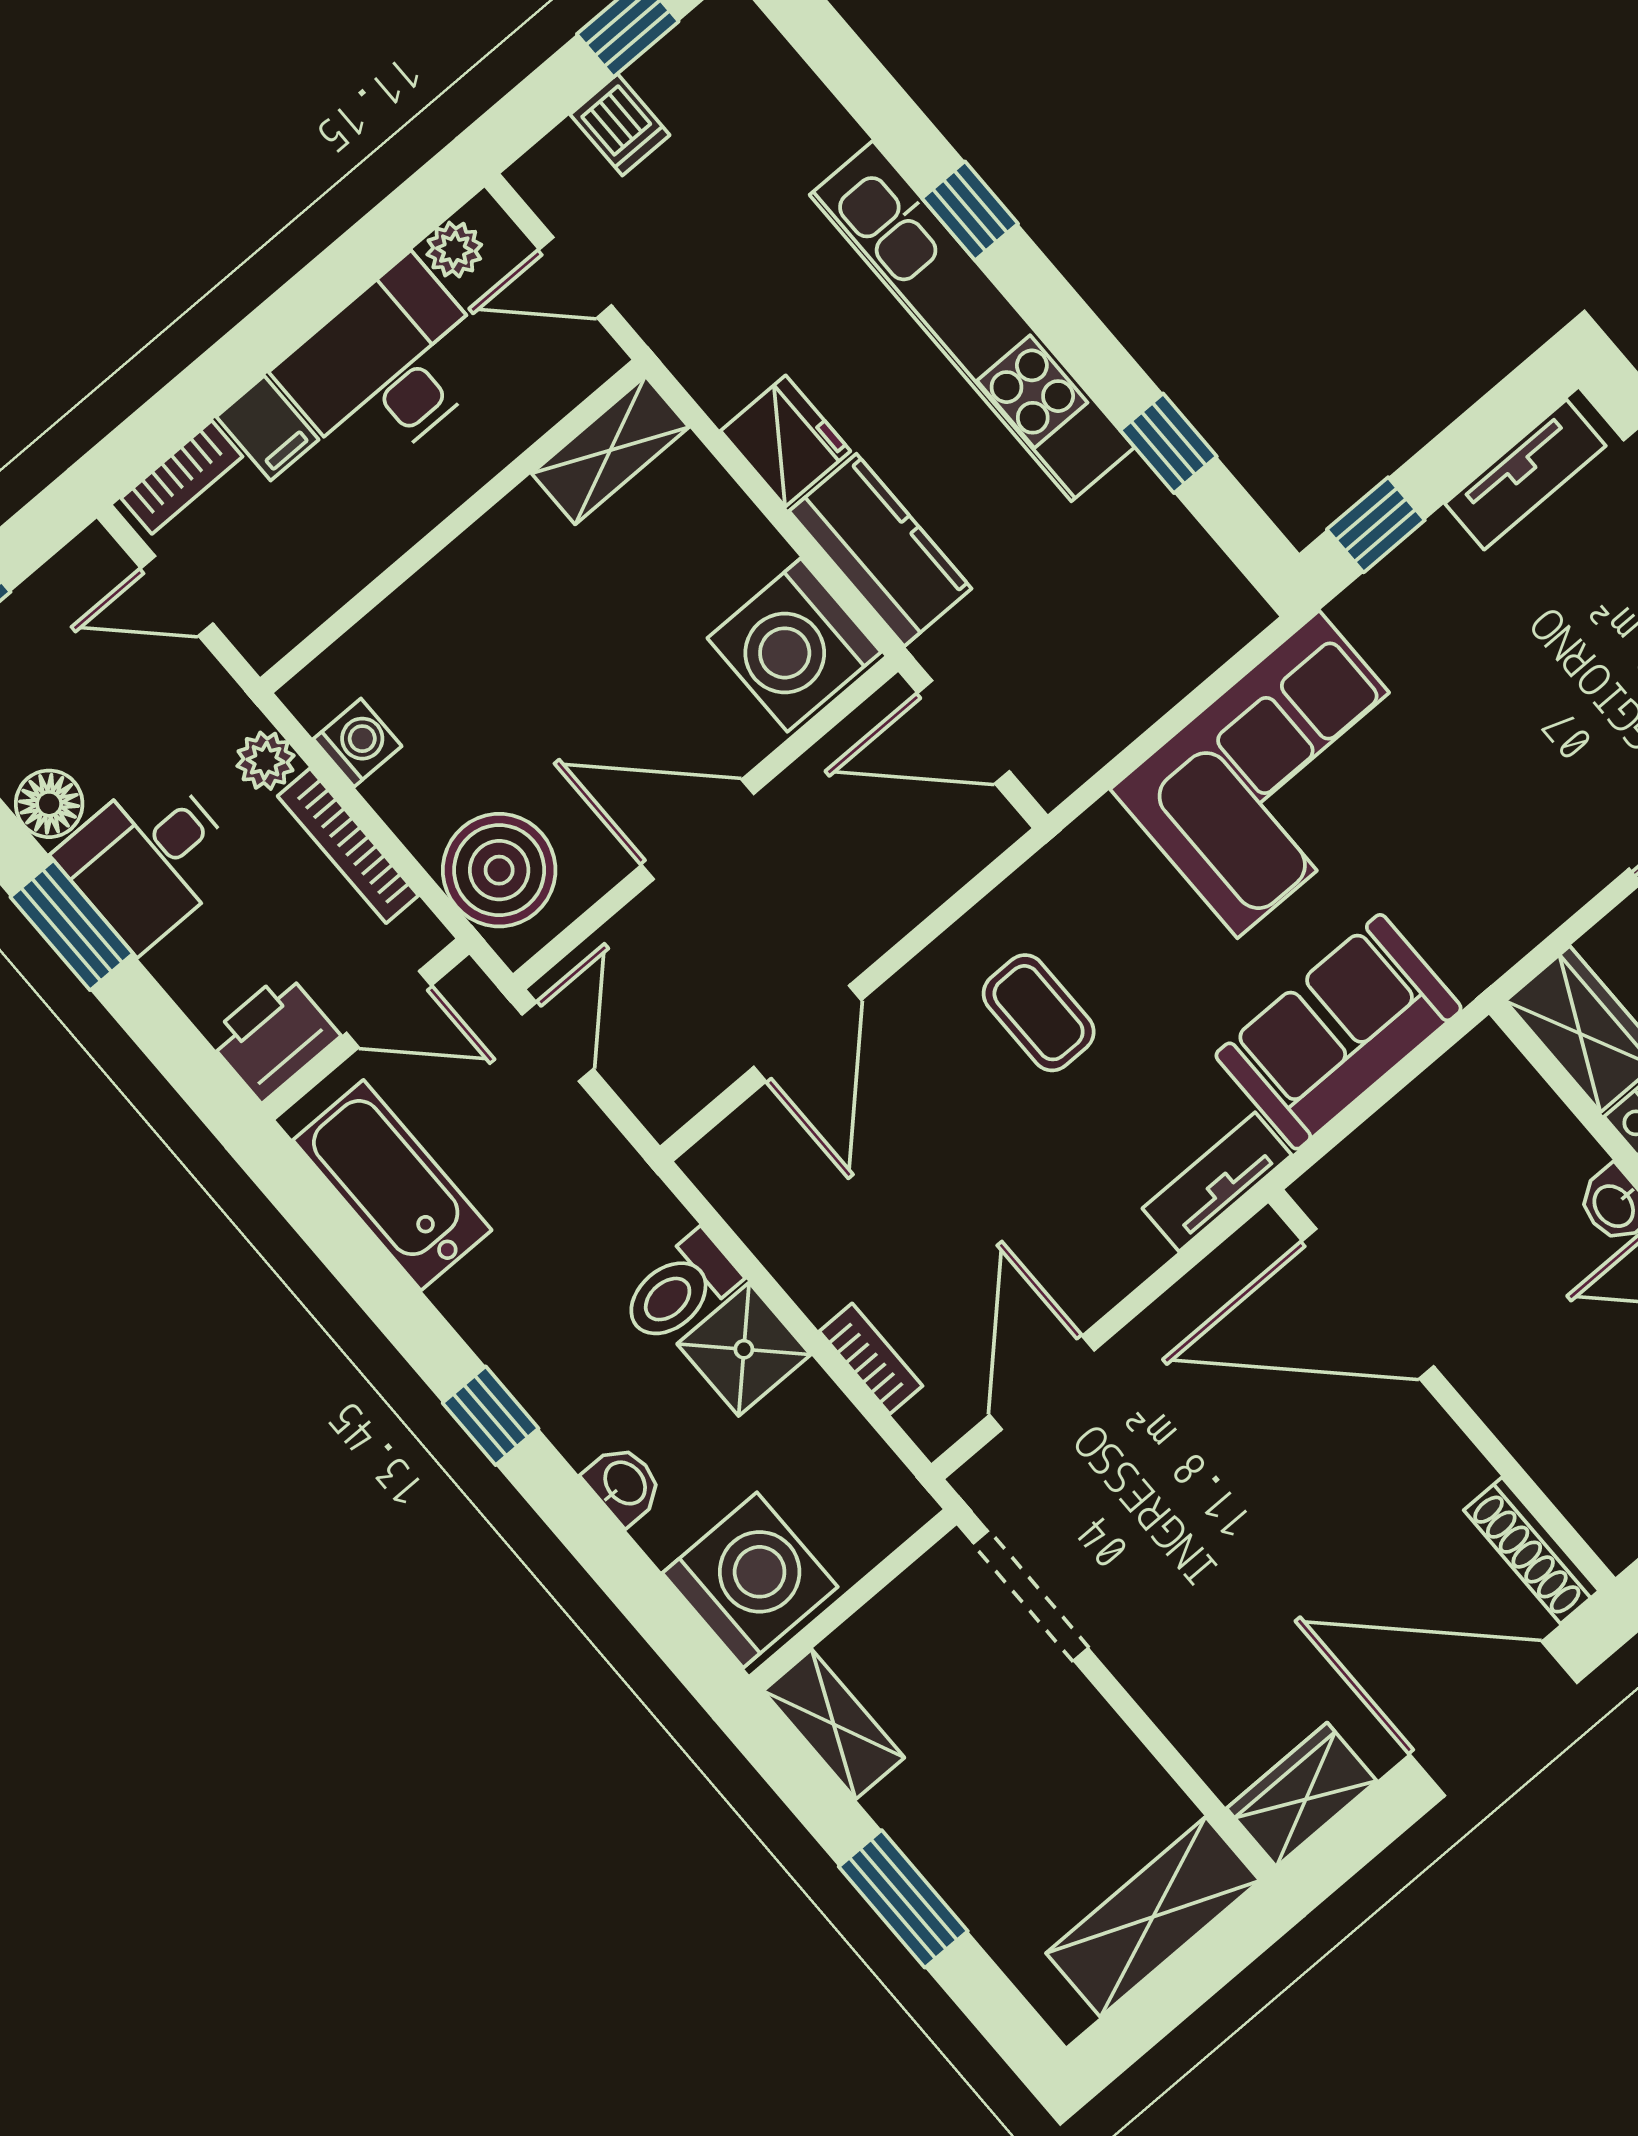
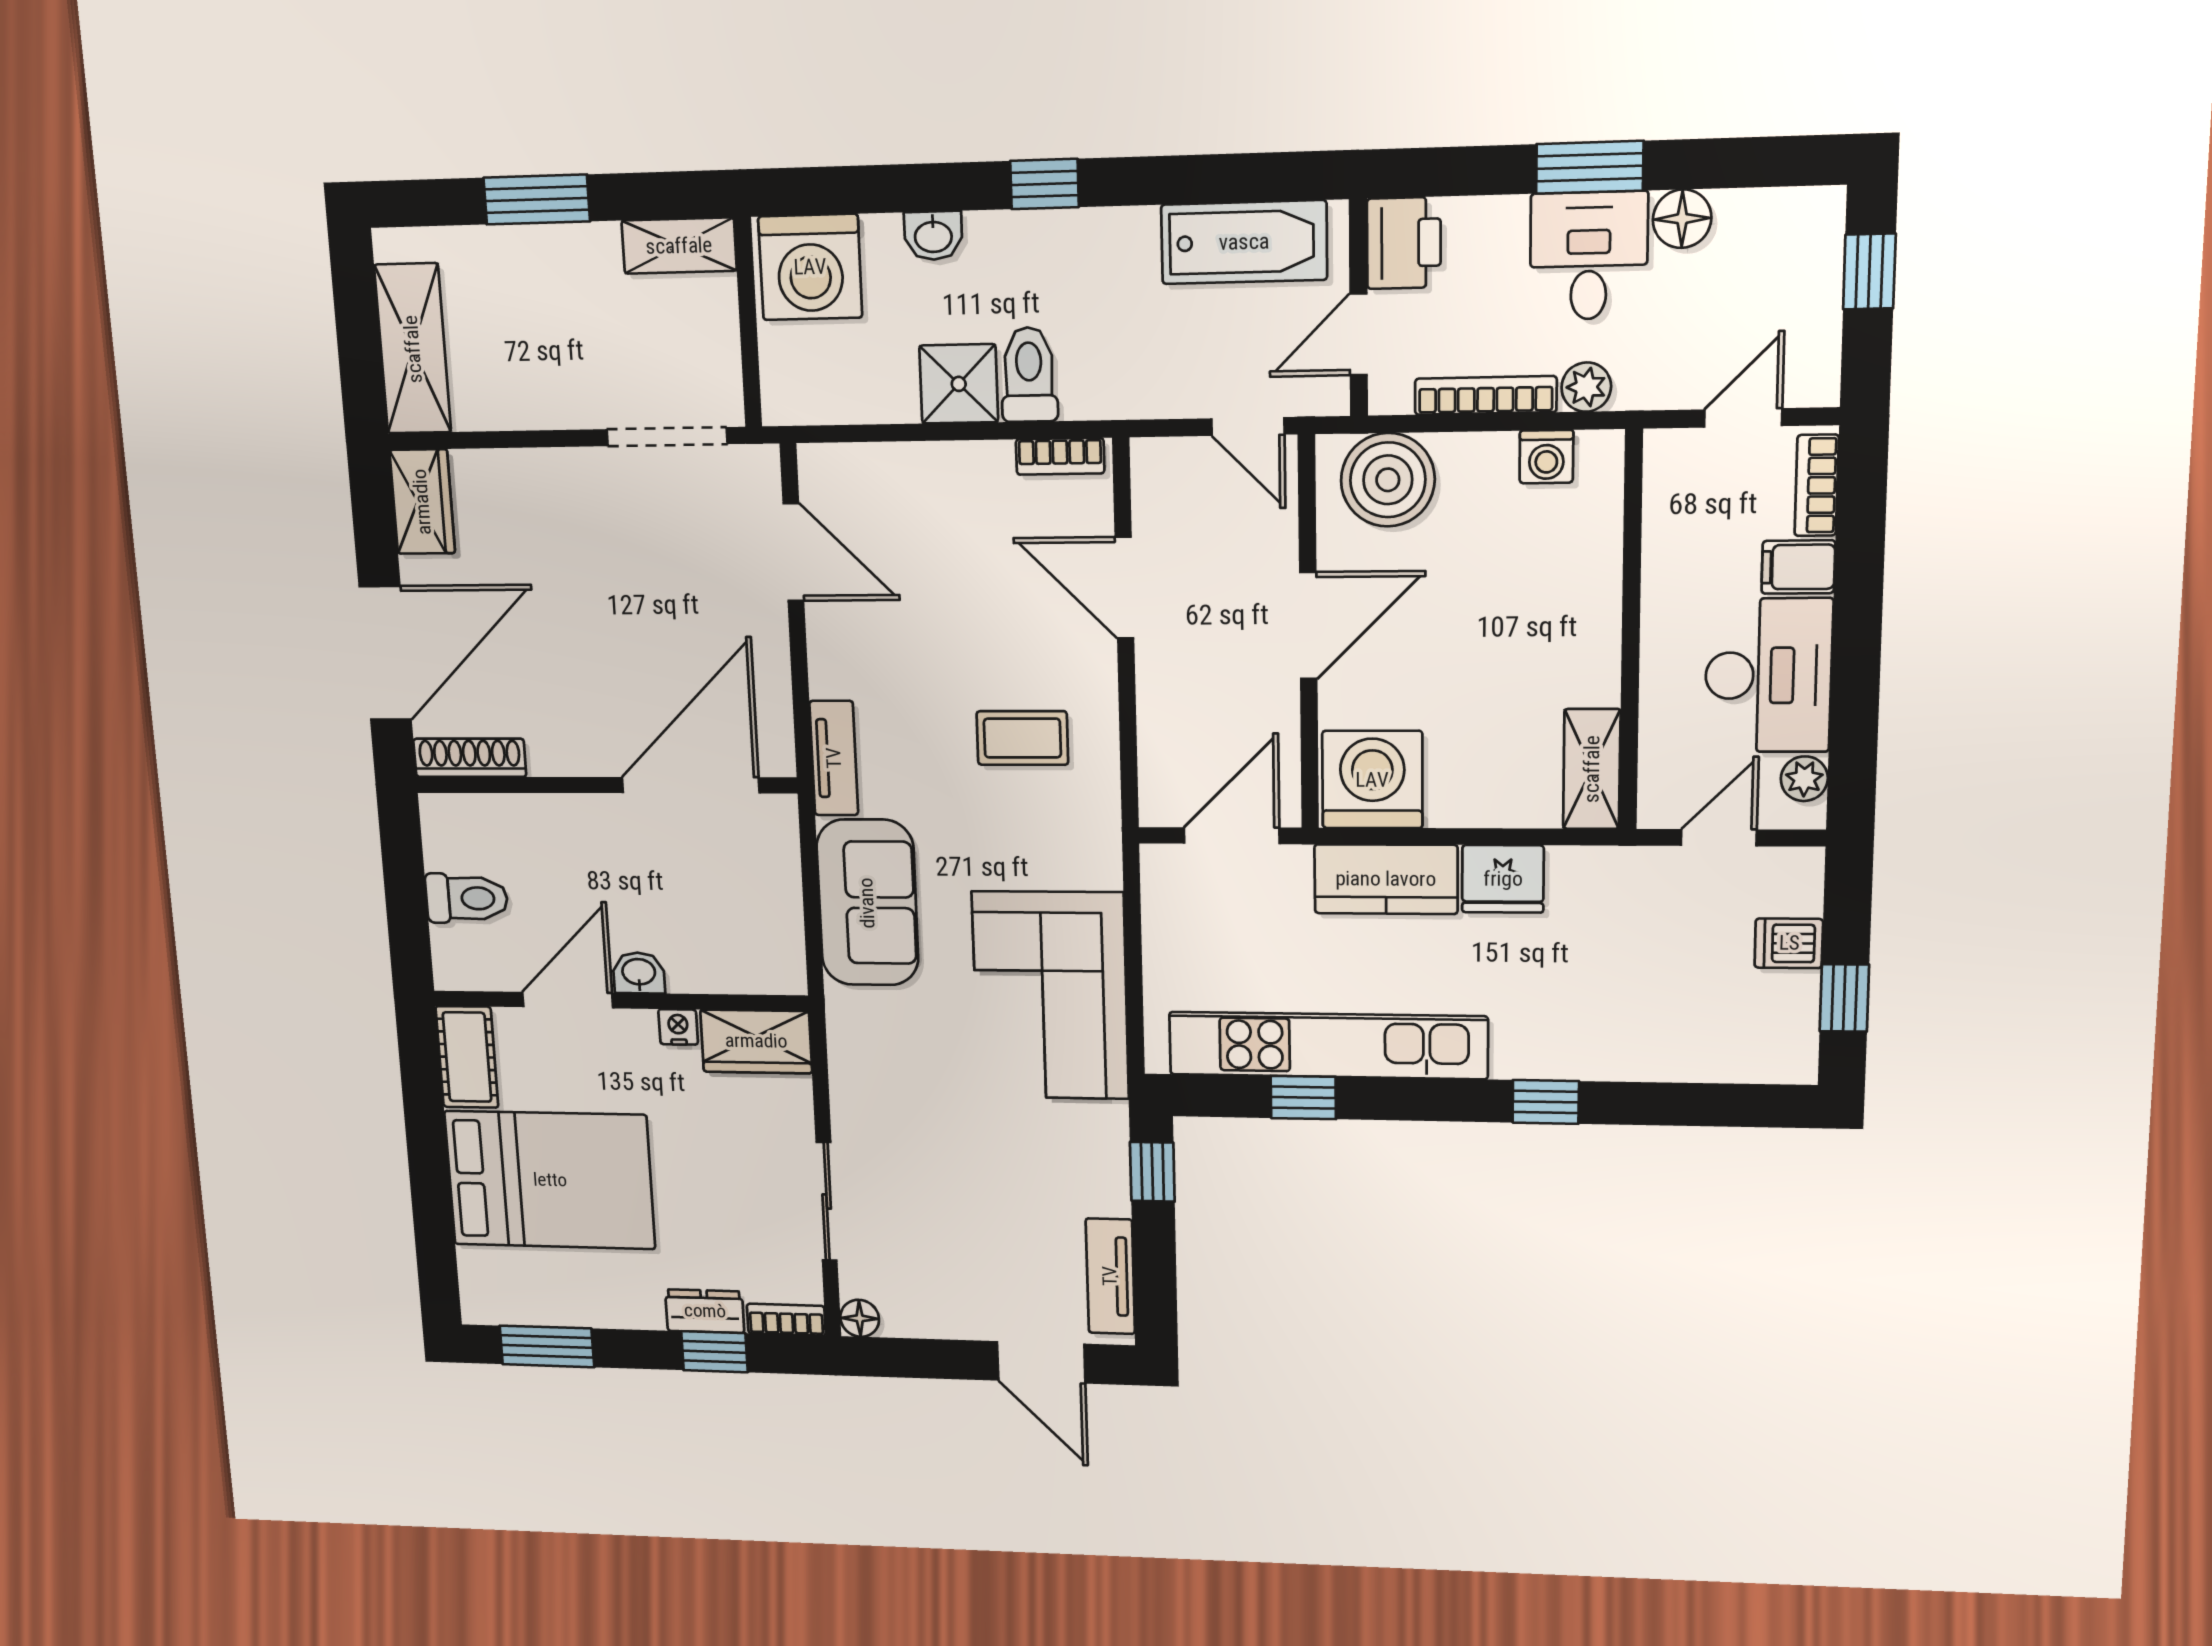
kitchen unit: (972, 321) -> (1328, 1046), moved
bookcase: (871, 1359) -> (1060, 456), moved

